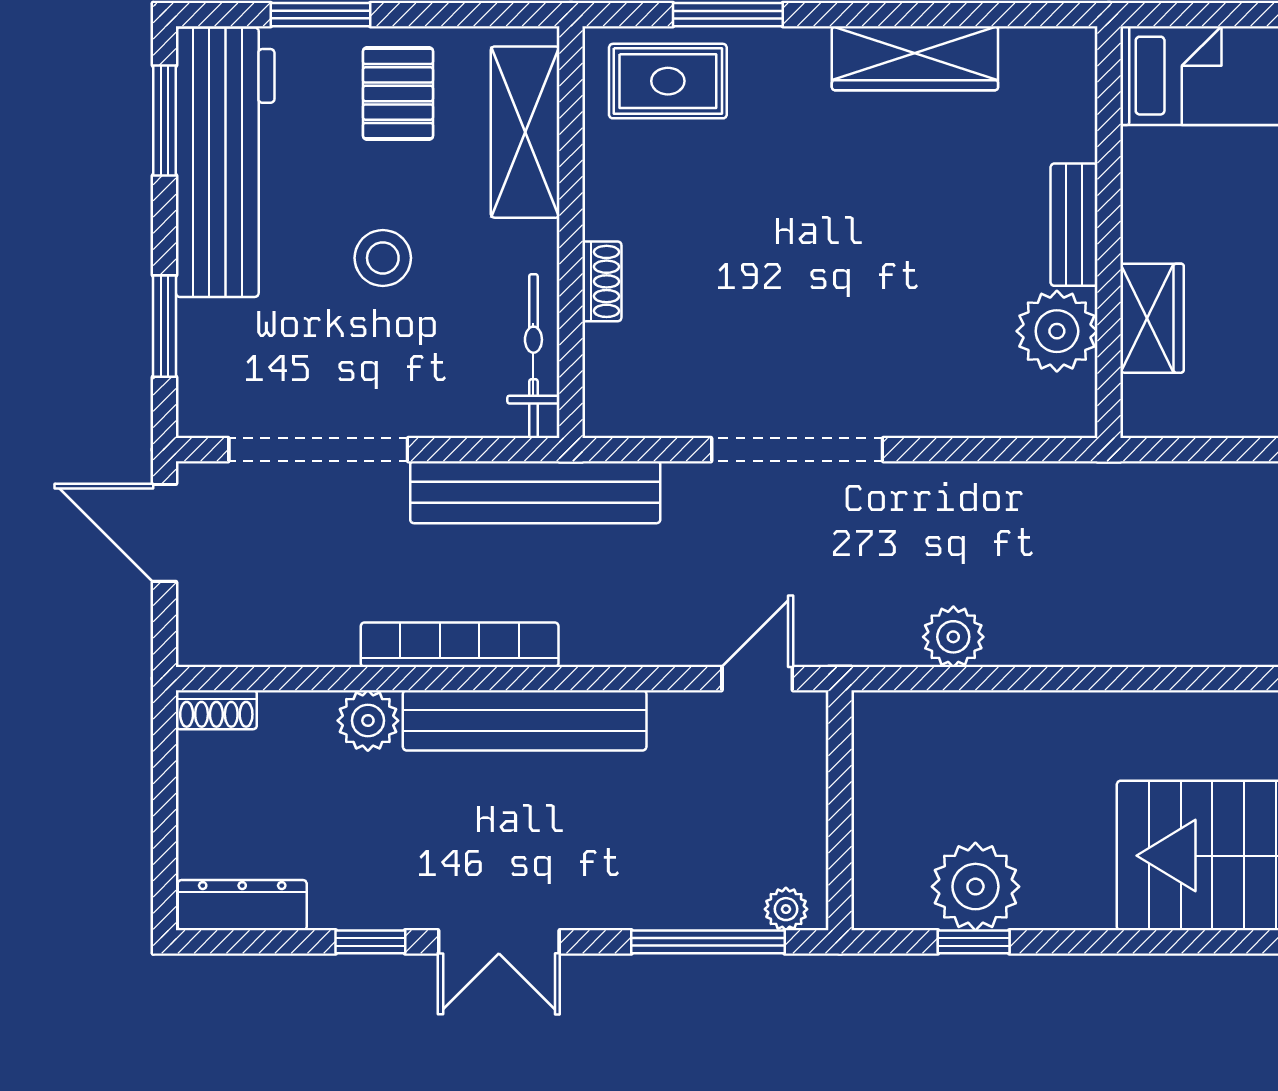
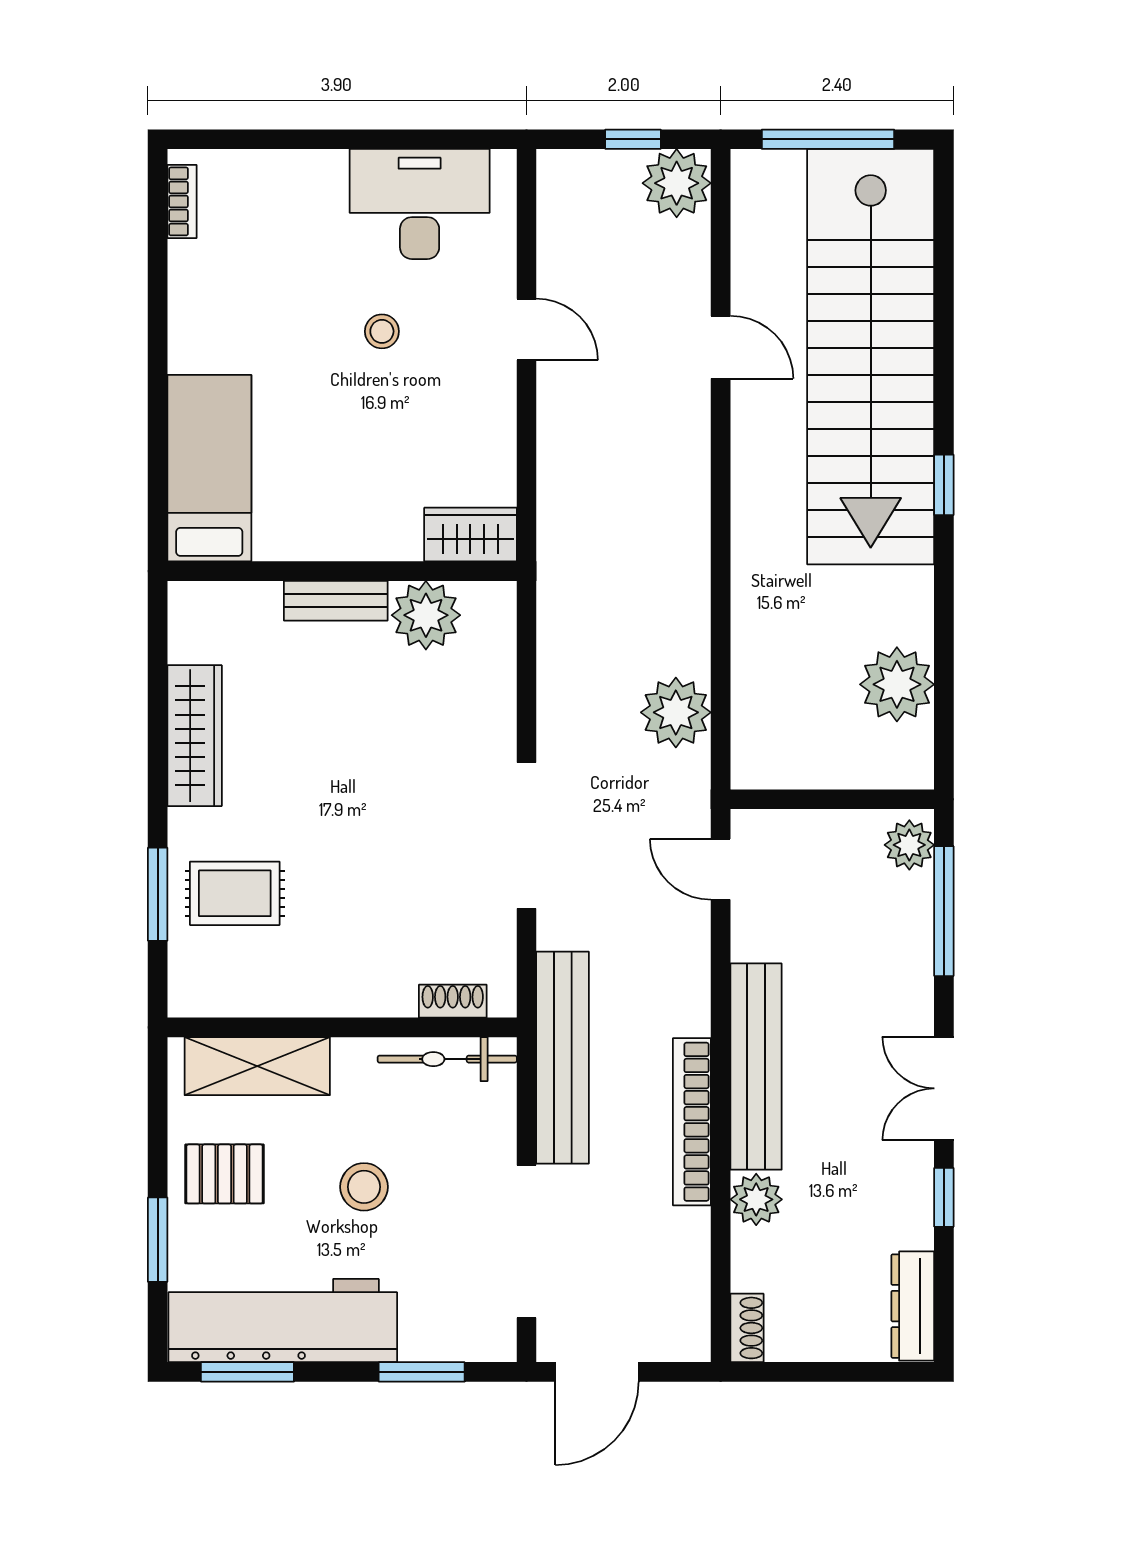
rug: (668, 81) -> (235, 893), moved, turned 90
shoe rack: (602, 281) -> (453, 1001), moved
wardrobe: (1152, 318) -> (470, 535), moved
plant: (953, 637) -> (676, 712), width x1.36, depth x1.36
plant: (786, 909) -> (909, 845), width x1.38, depth x1.38
double door: (499, 942) -> (944, 1088), swing flipped
window: (974, 942) -> (944, 485), moved

